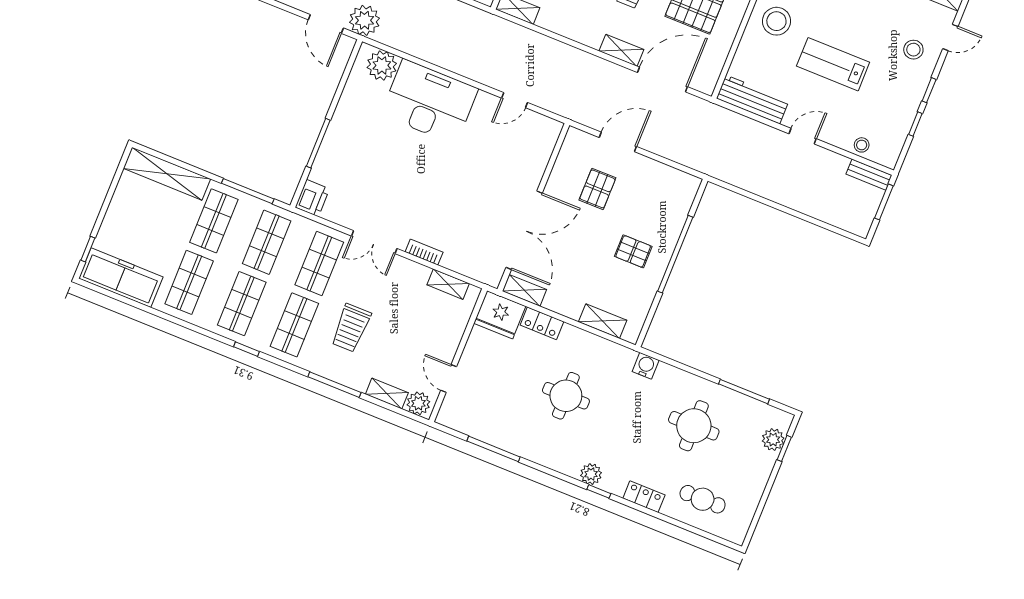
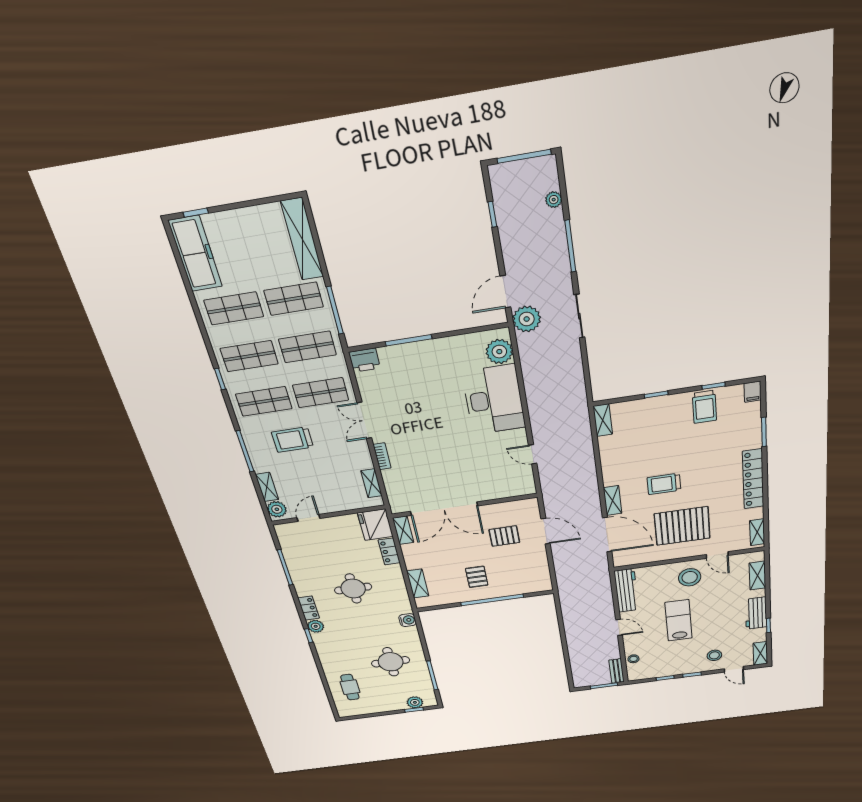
locker: (644, 497) -> (309, 608), moved

